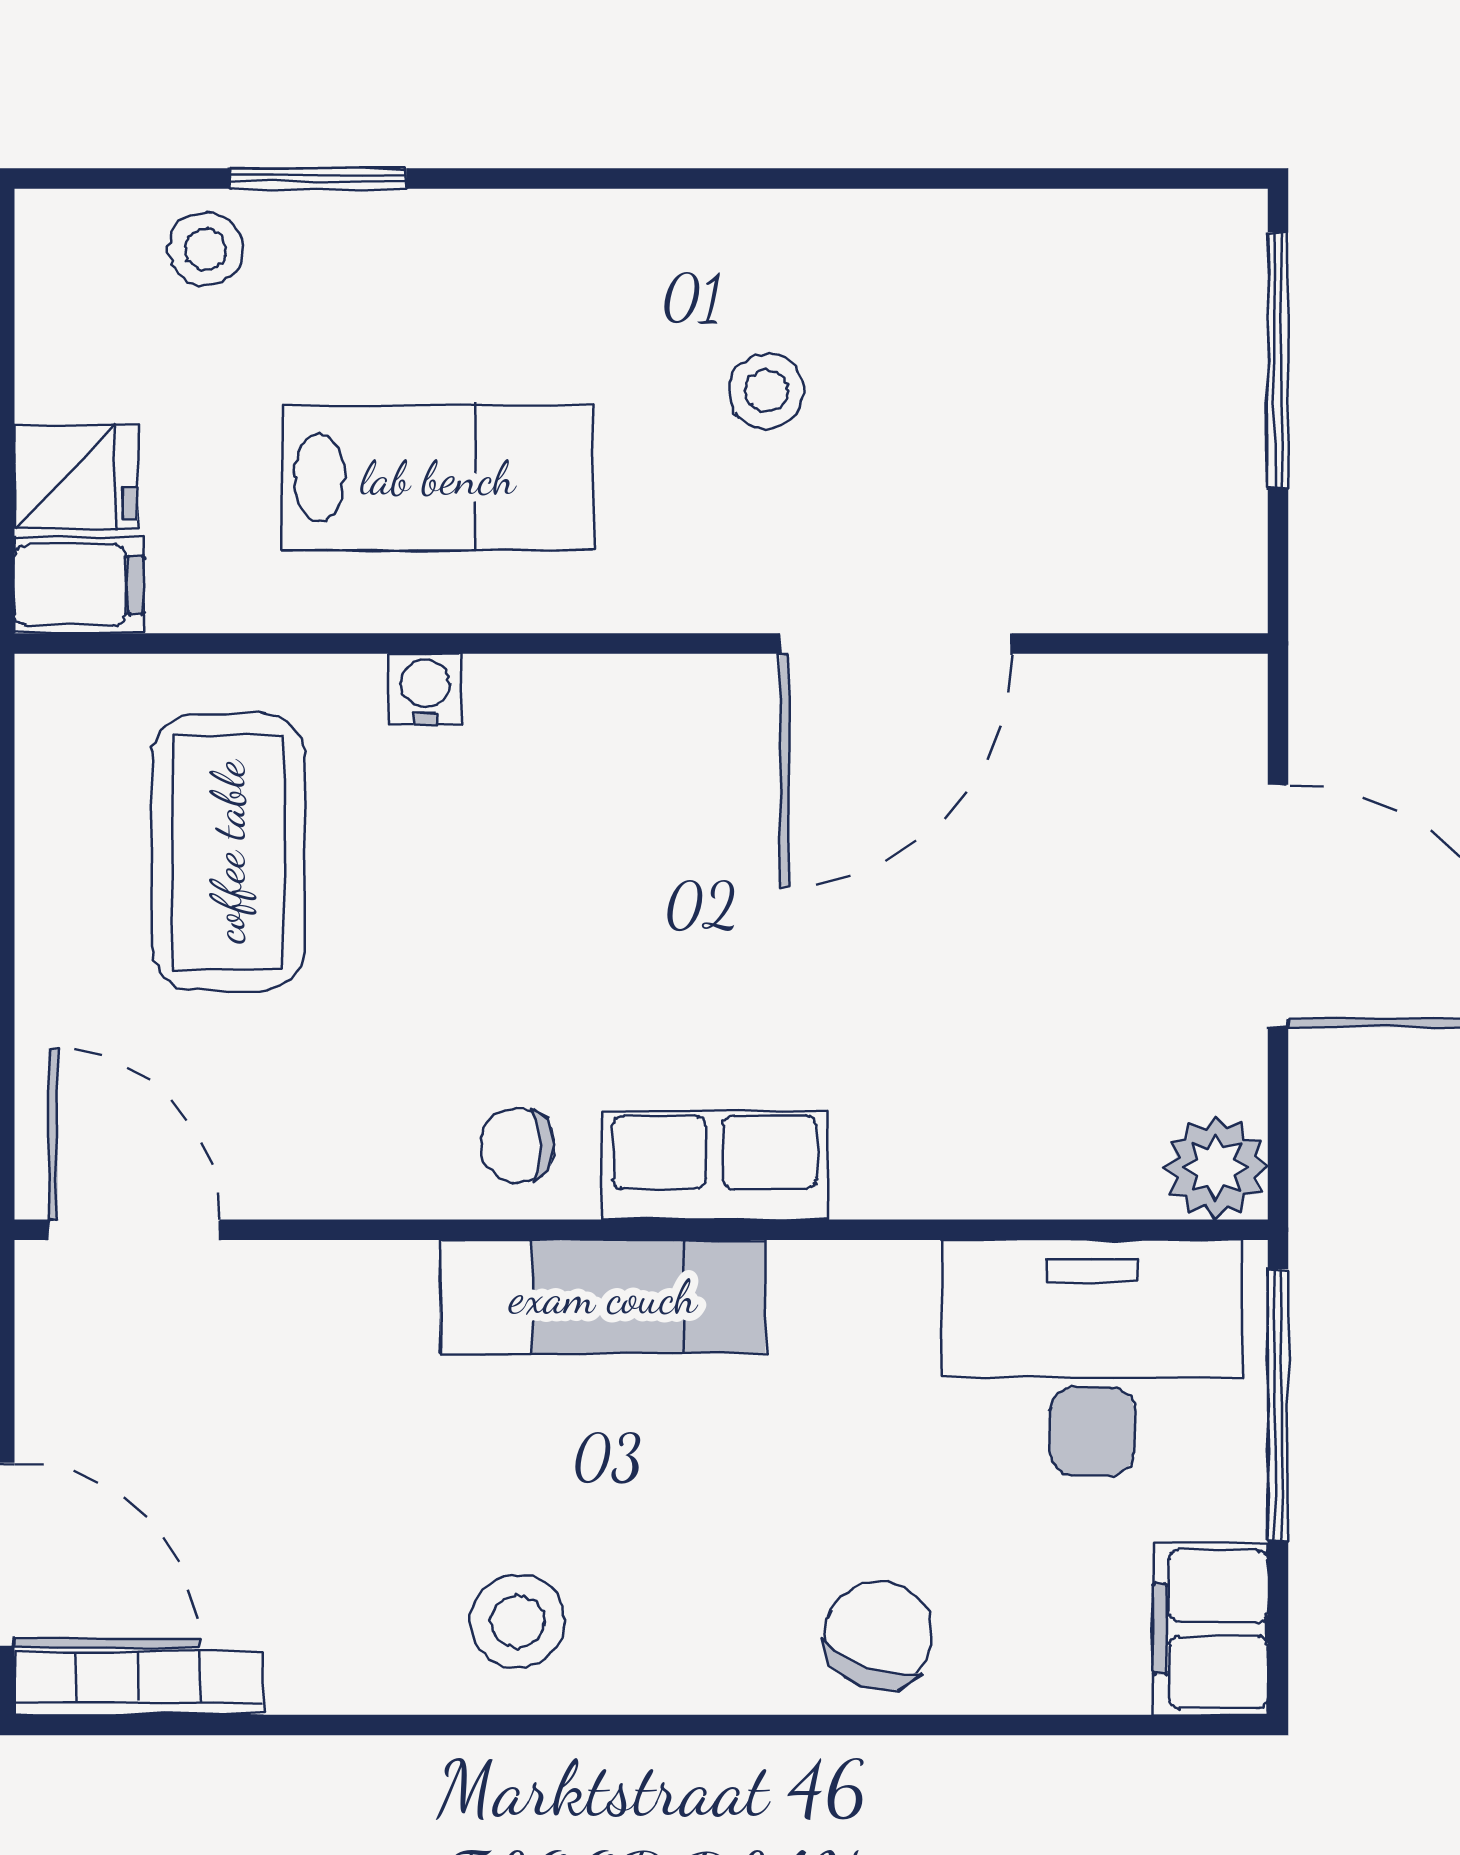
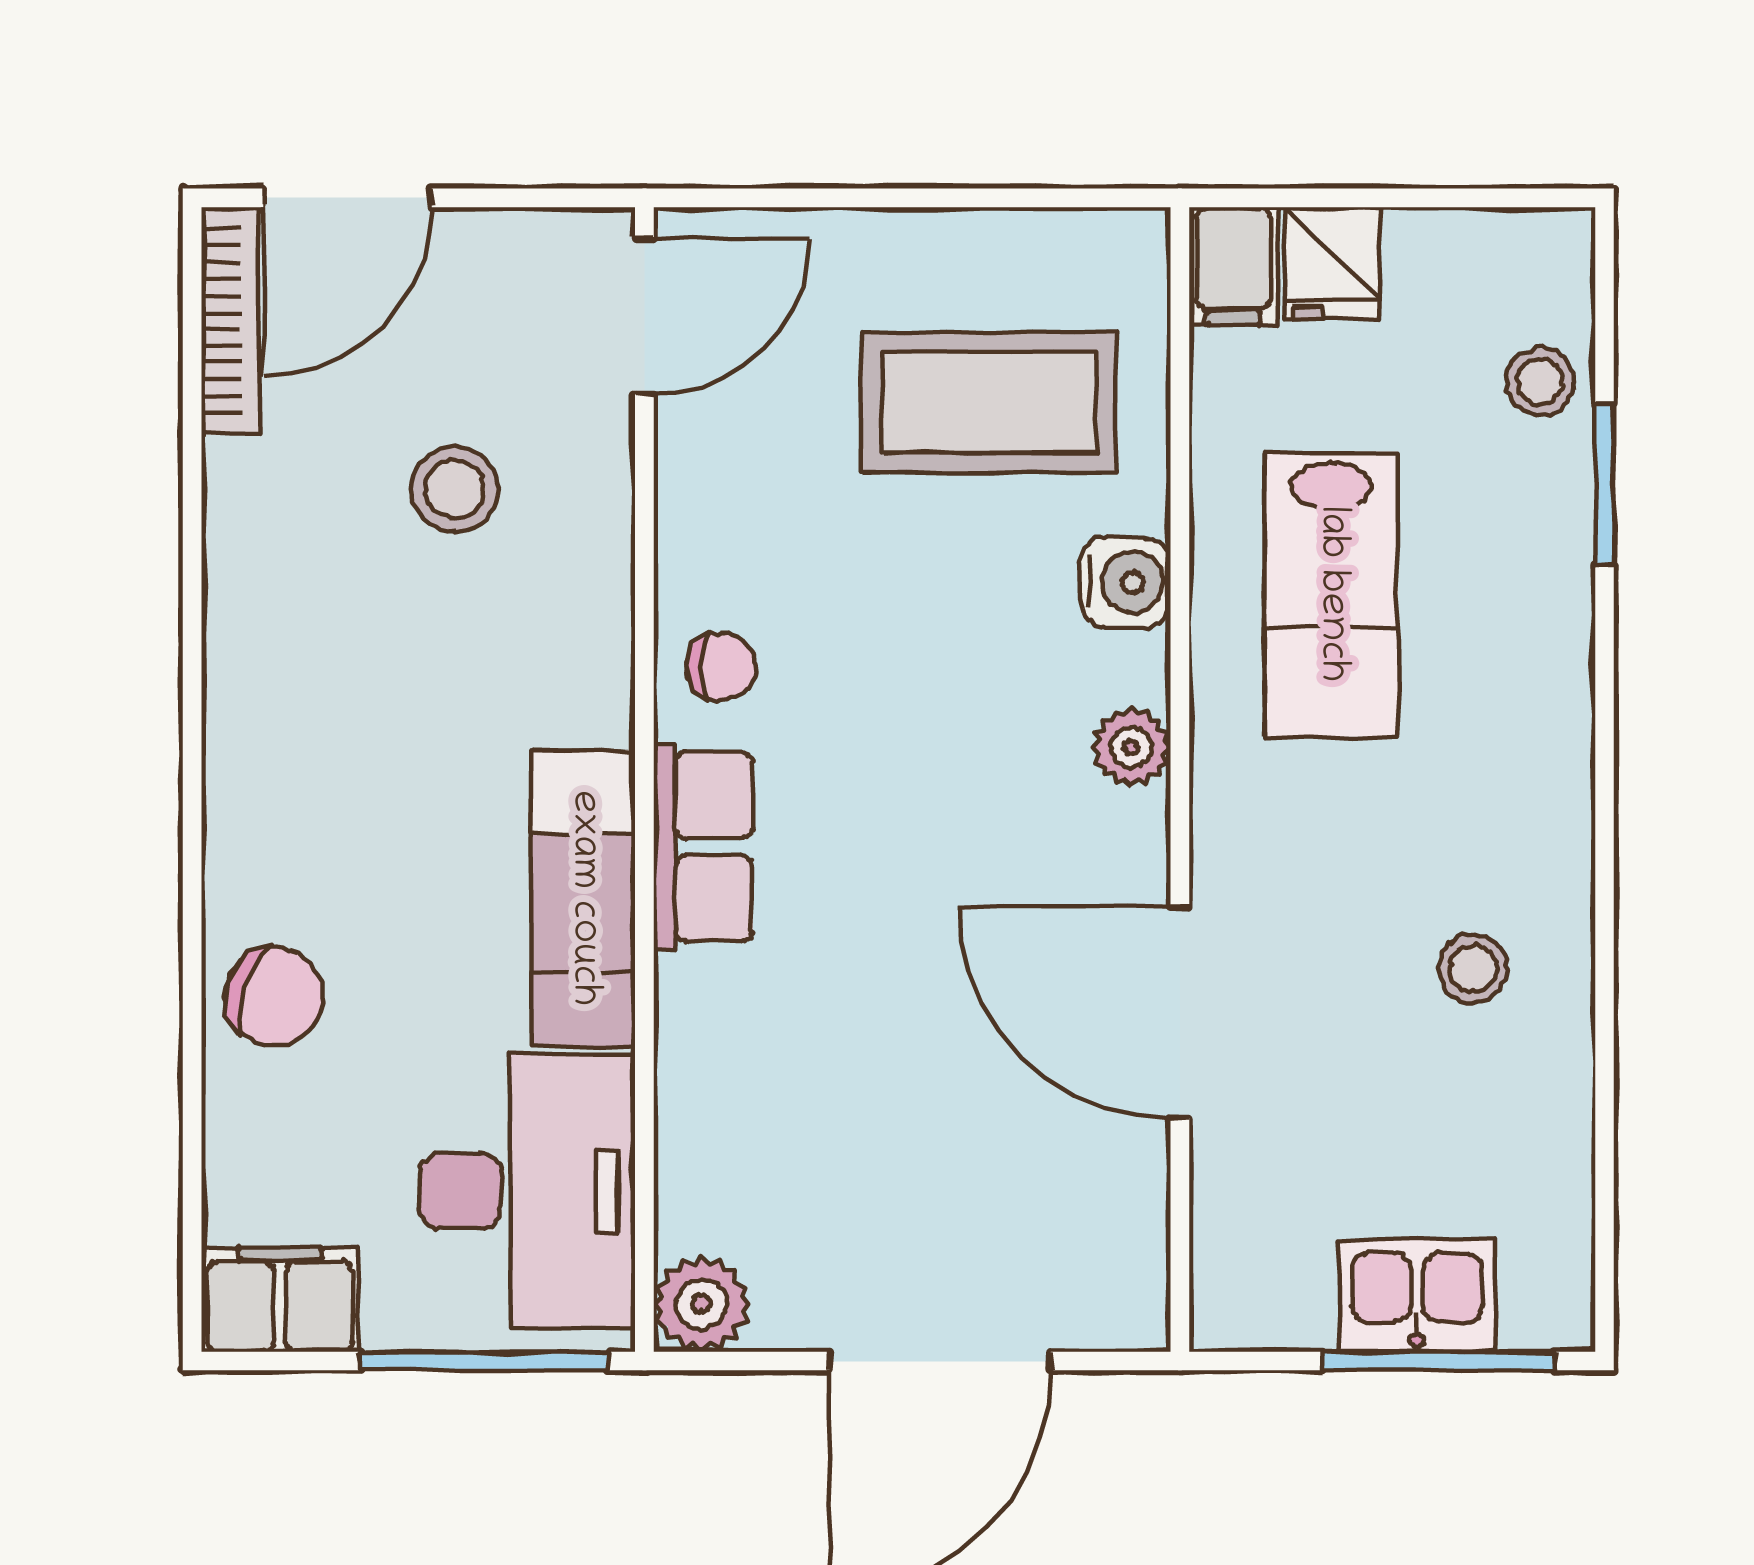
kitchen sink: (1206, 384) -> (1417, 1295), added
stool: (766, 391) -> (1473, 968), moved
water cooler: (425, 689) -> (1125, 582), width x1.38, depth x1.38
plant: (606, 696) -> (1131, 747), added
chair: (517, 1145) -> (722, 667), turned 90
exam couch: (603, 1297) -> (583, 898), moved
stool: (518, 1621) -> (455, 489), moved

